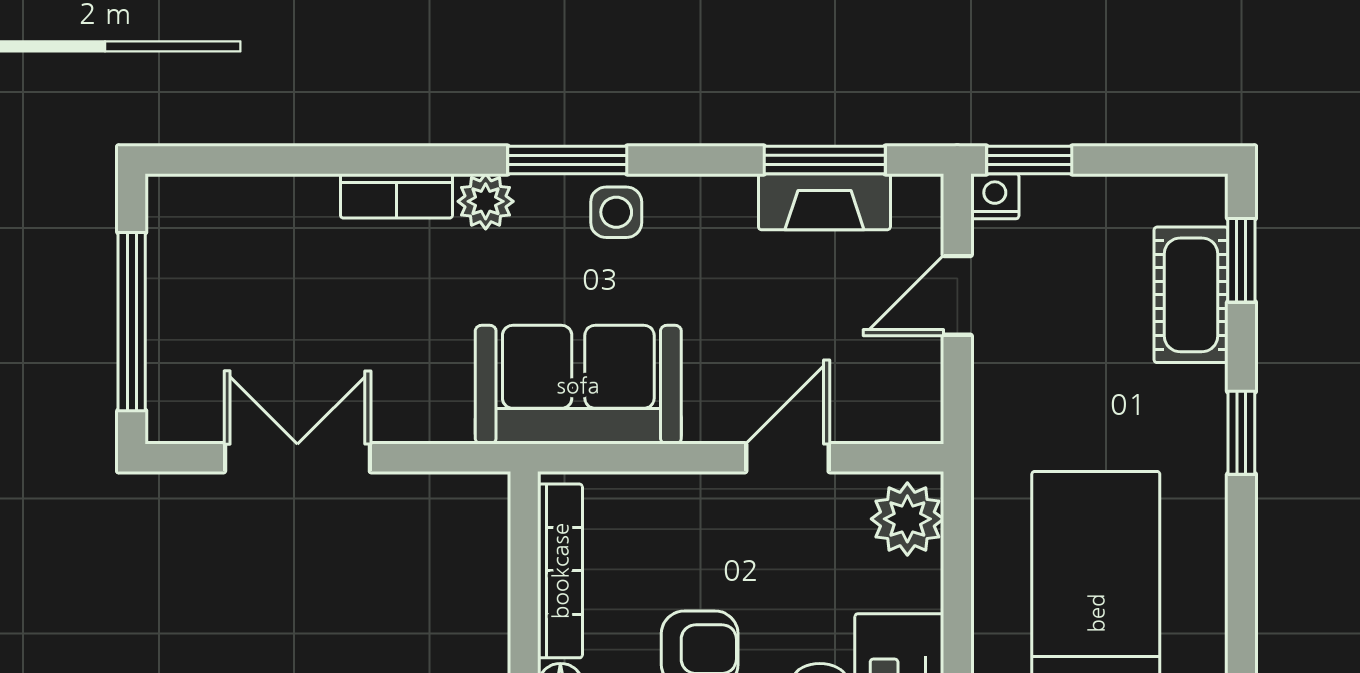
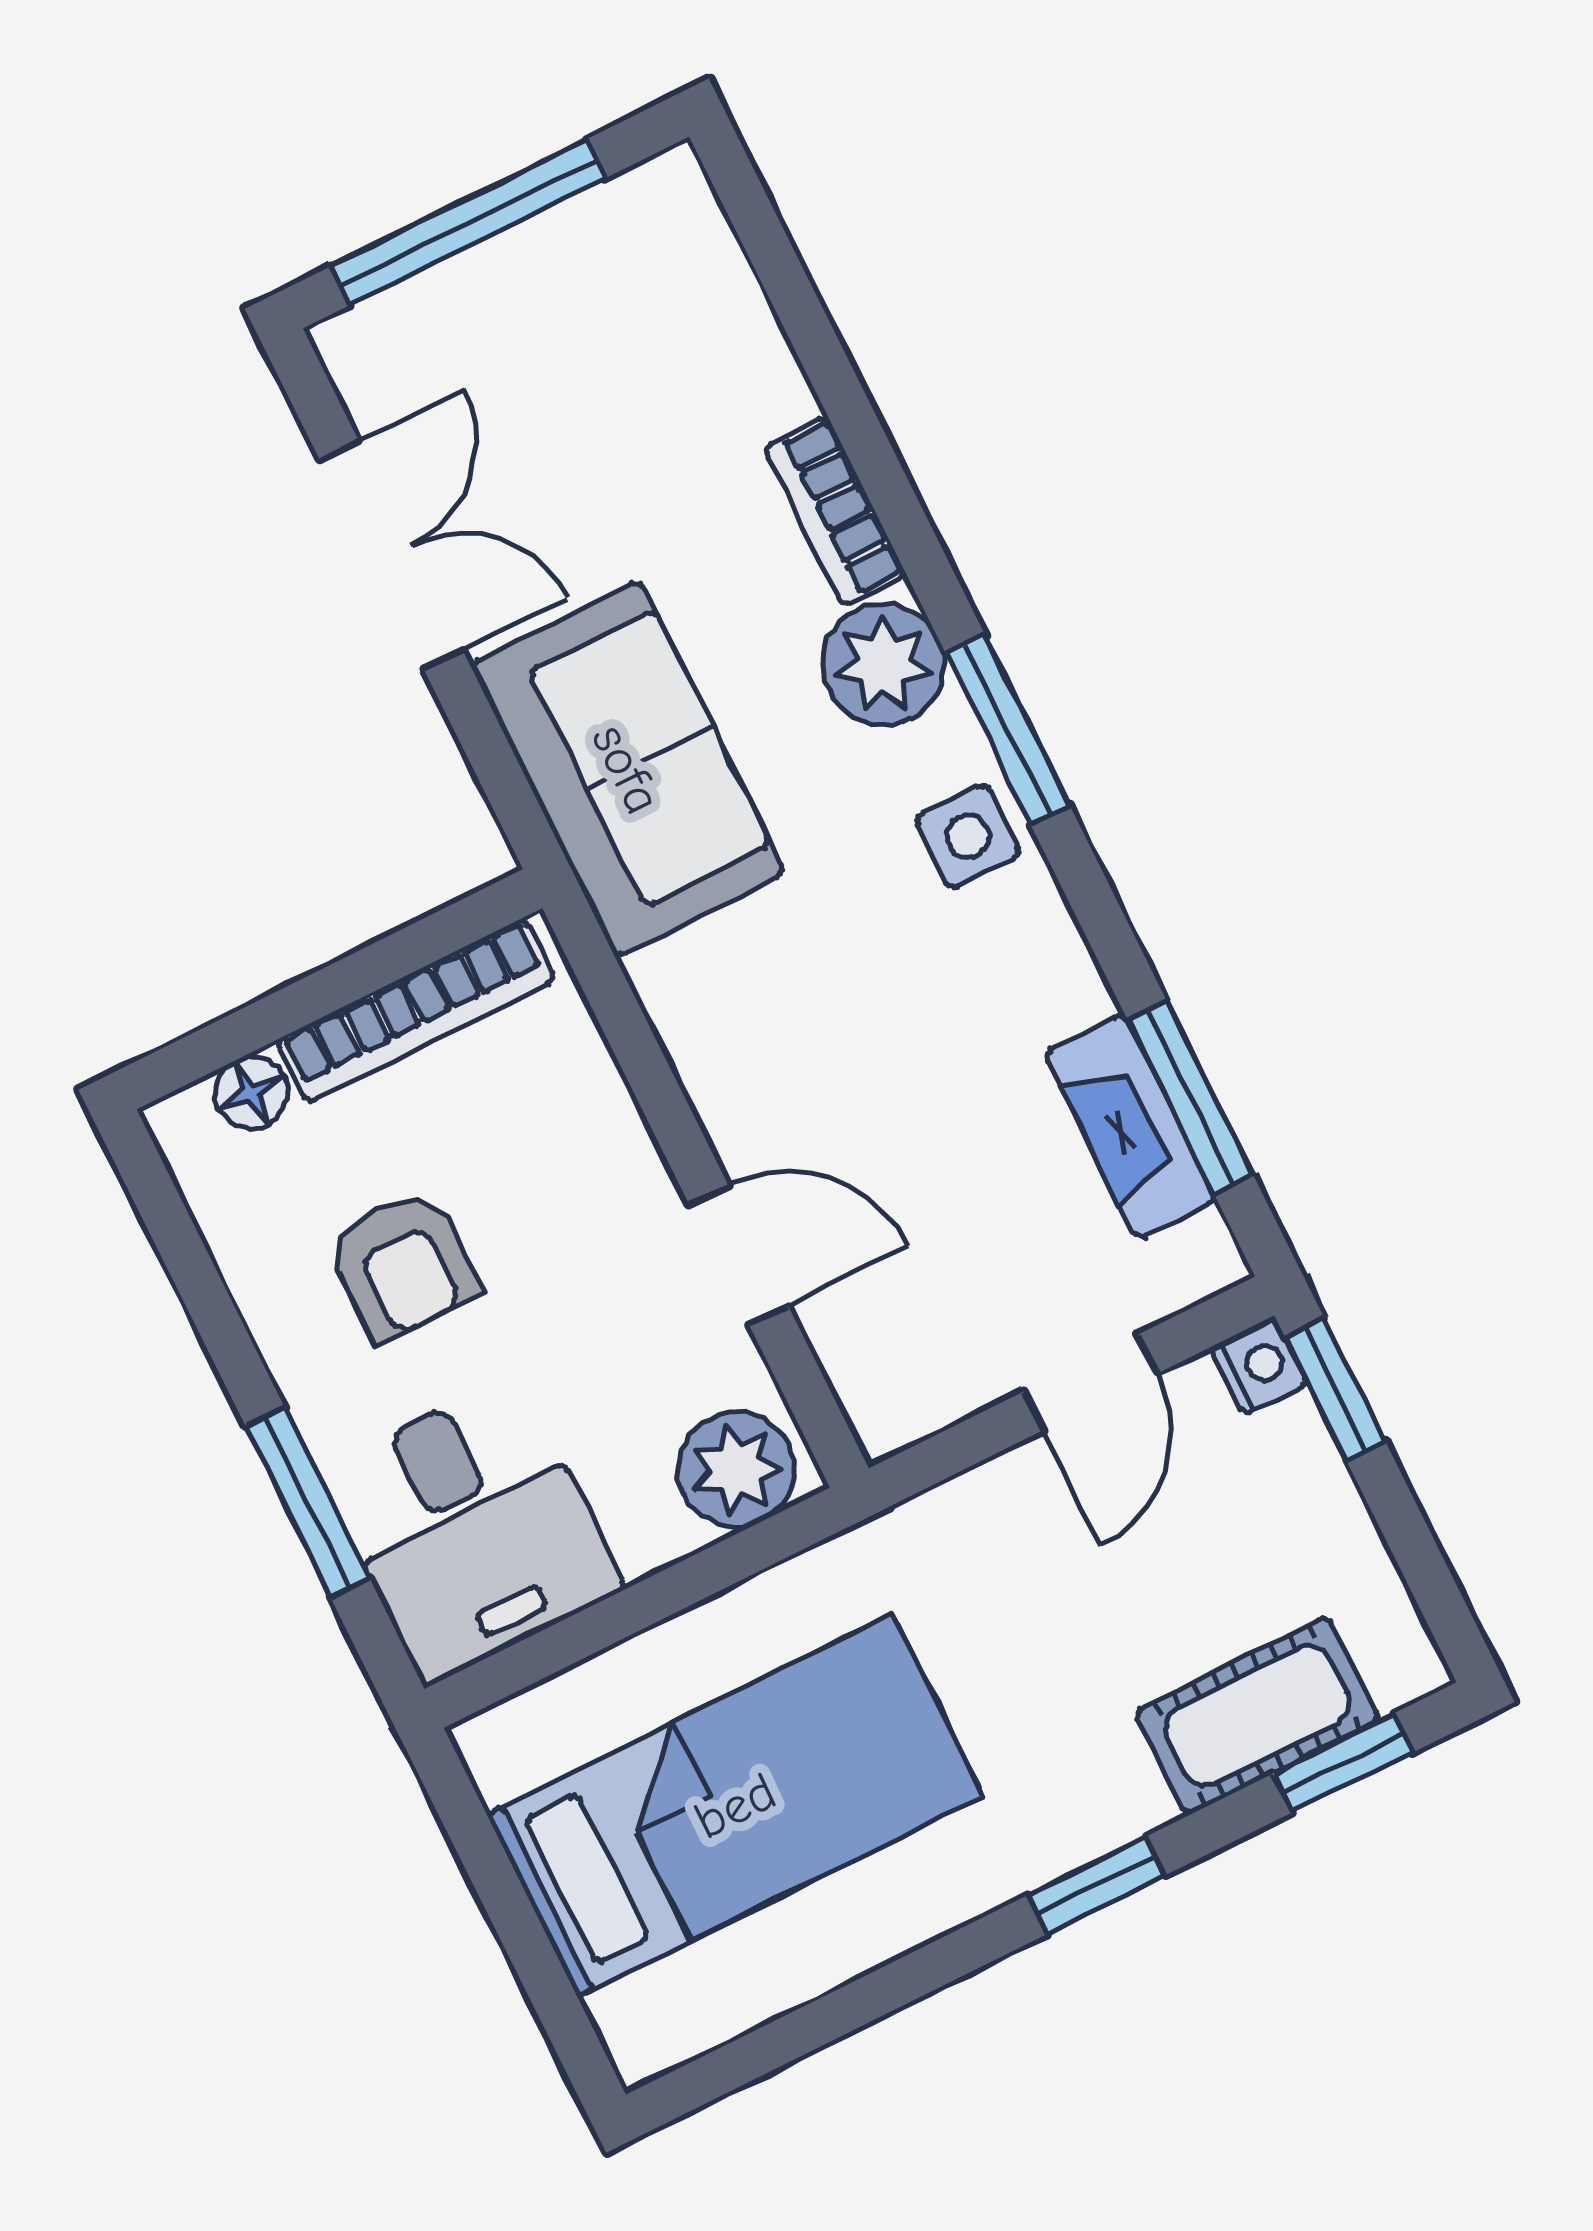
plant: (486, 201) -> (883, 664), width x1.38, depth x1.38
door: (957, 295) -> (1091, 1382), swing flipped
sofa: (578, 385) -> (627, 769), moved

